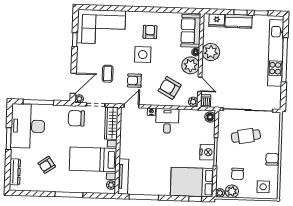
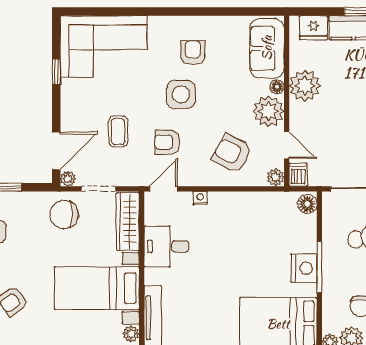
desk: (167, 121) -> (166, 246), moved, turned -90

